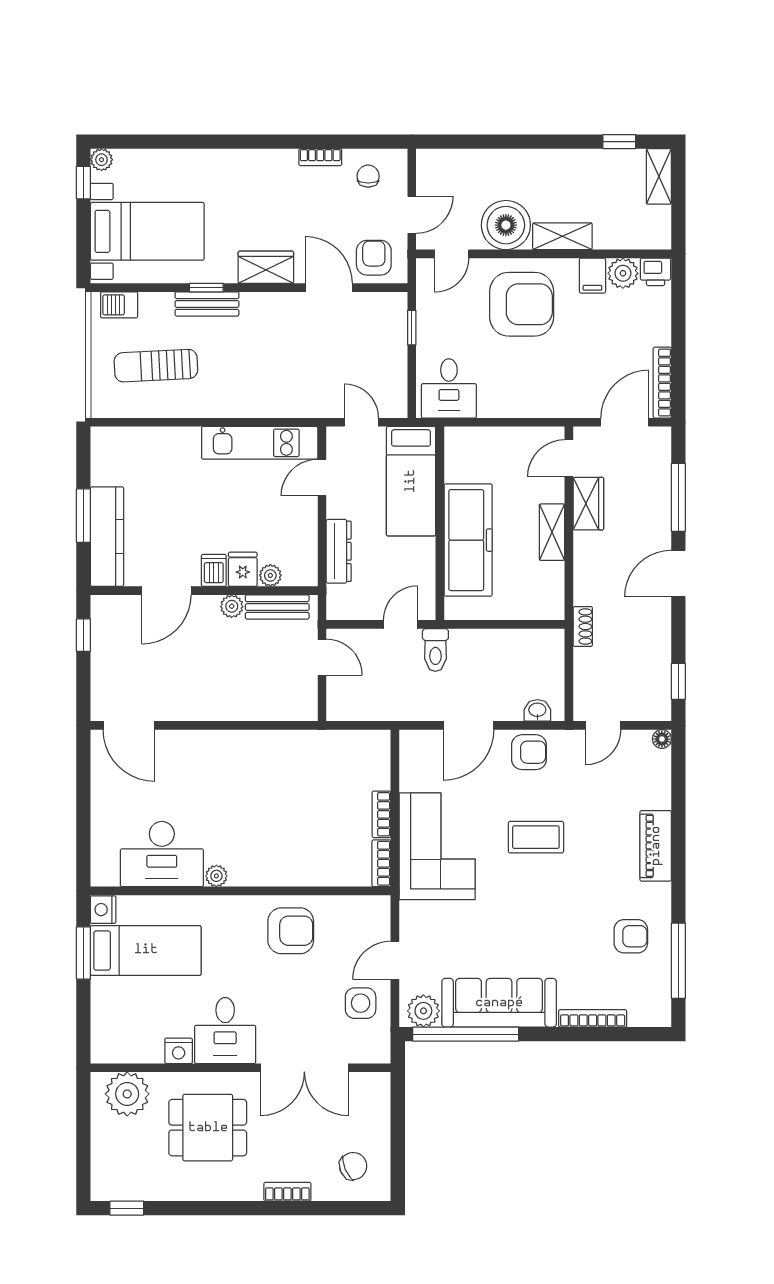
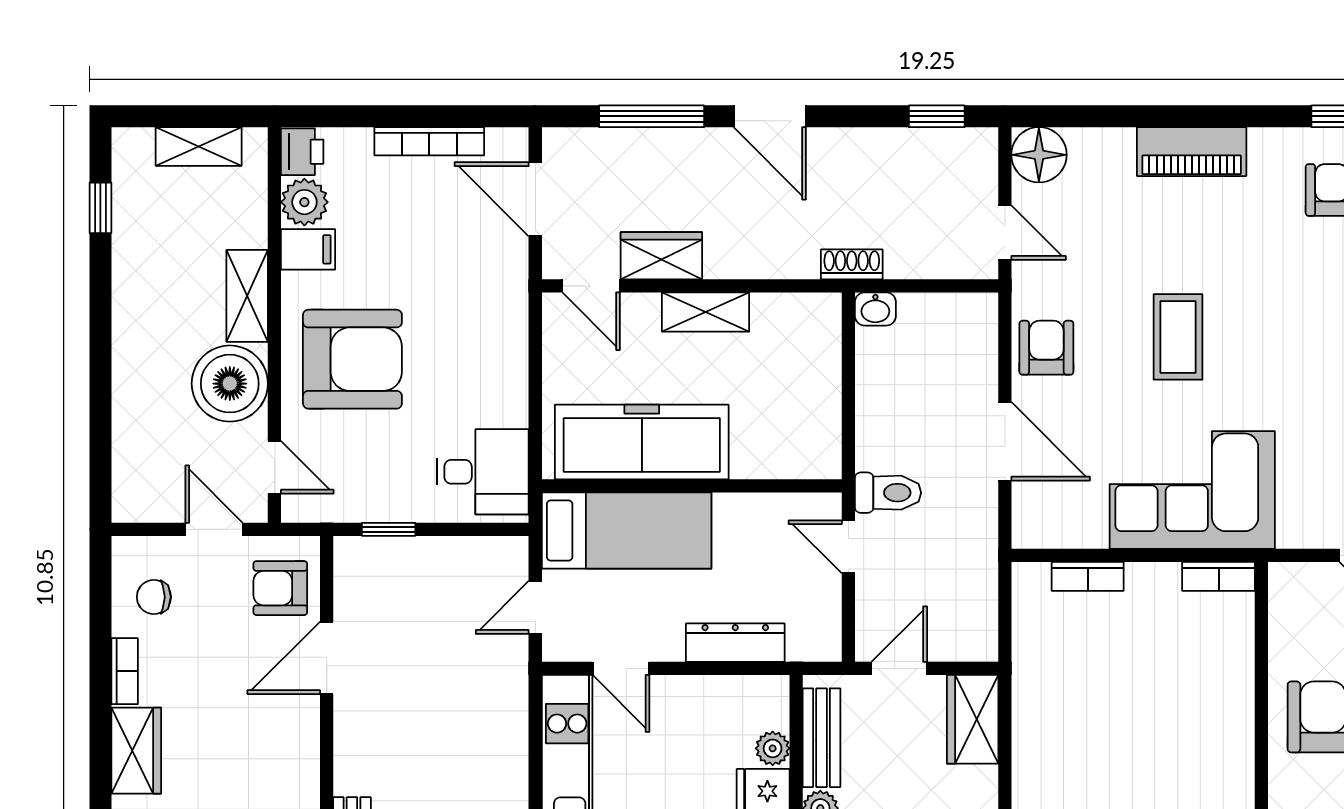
shelving: (659, 176) -> (199, 146), moved
wardrobe: (266, 267) -> (136, 751), moved, turned 180
armchair: (522, 304) -> (352, 359), turned 90
bookcase: (662, 383) -> (429, 141), moved
freezer: (468, 540) -> (642, 442), moved
wardrobe: (289, 705) -> (973, 719), added
washbasin: (537, 710) -> (875, 309), moved, turned -90
floor lamp: (662, 739) -> (1039, 155), width x1.89, depth x1.89
bookcase: (381, 814) -> (1088, 576), moved

